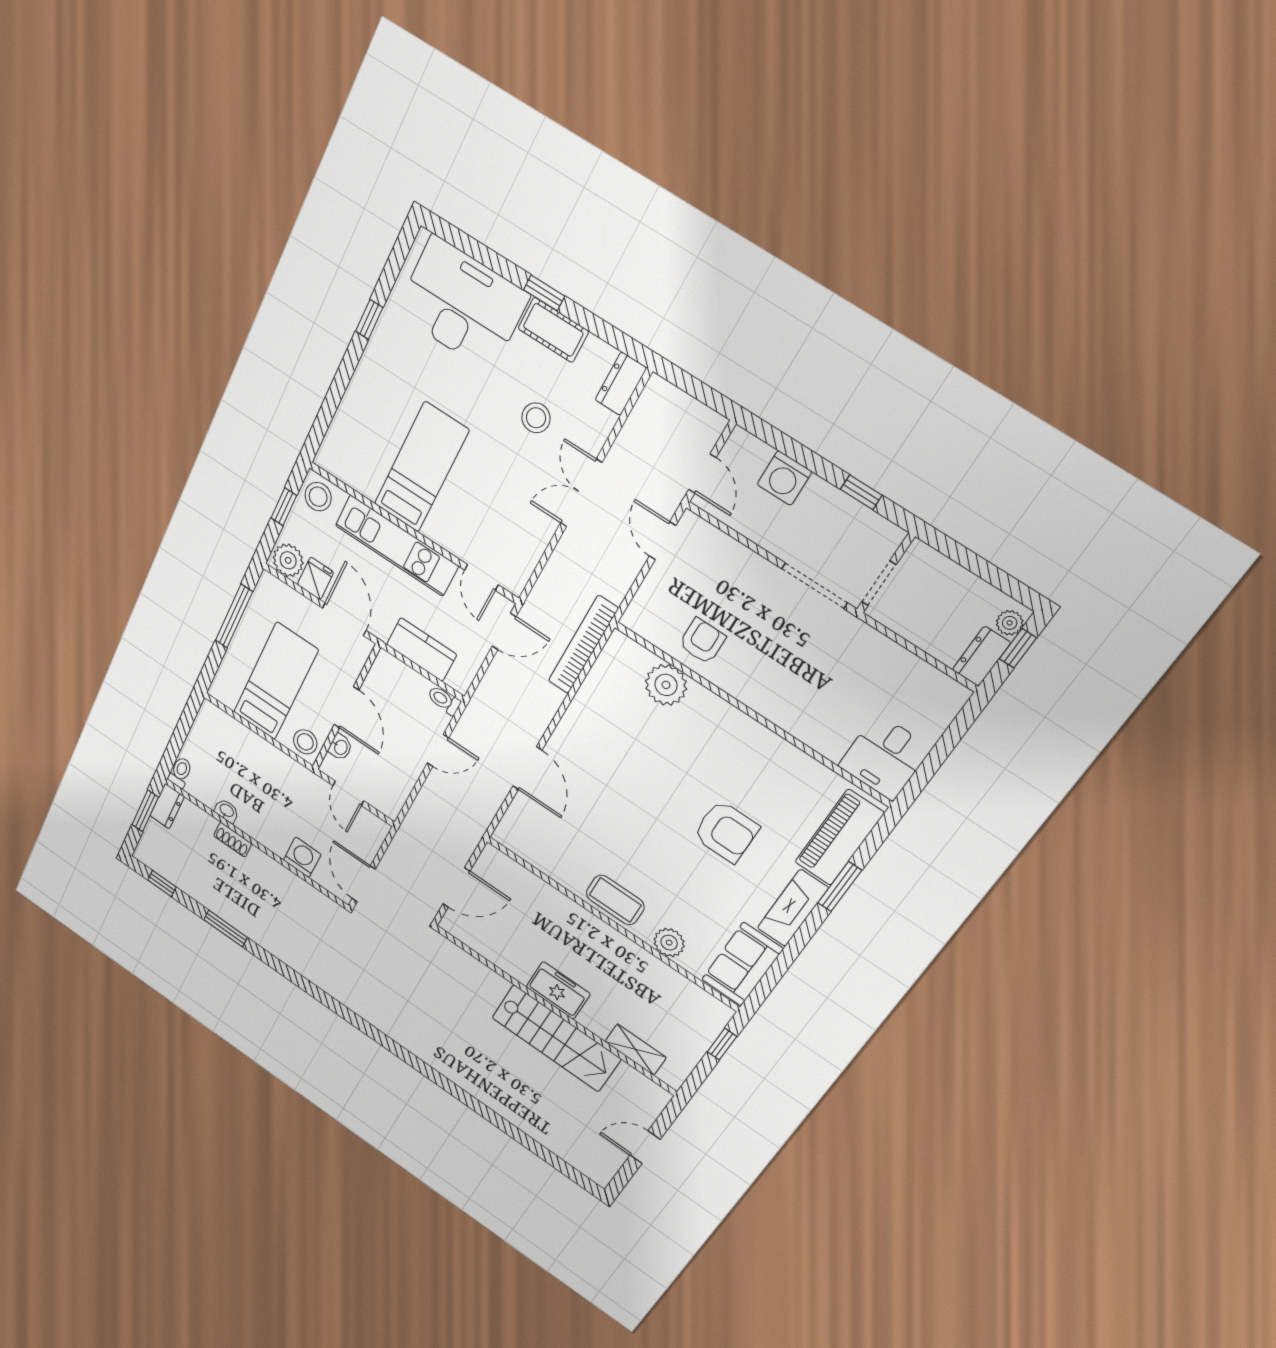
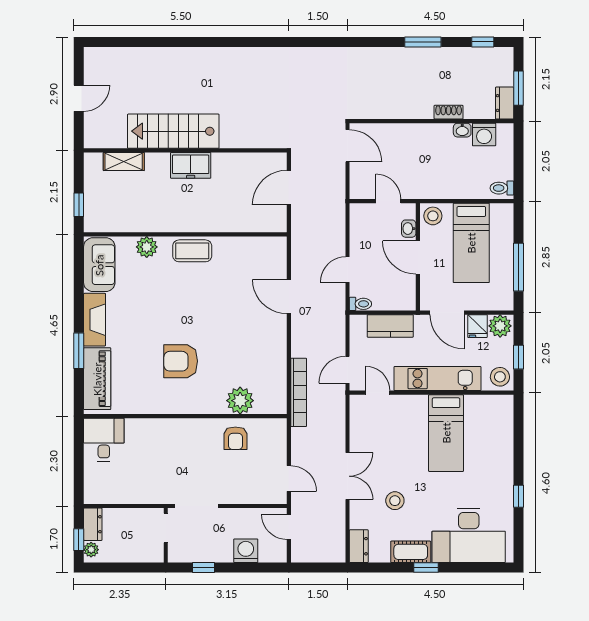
toilet: (180, 772) -> (502, 188), moved, turned 90
armchair: (726, 831) -> (181, 361), moved
washing machine: (302, 857) -> (484, 135), moved

